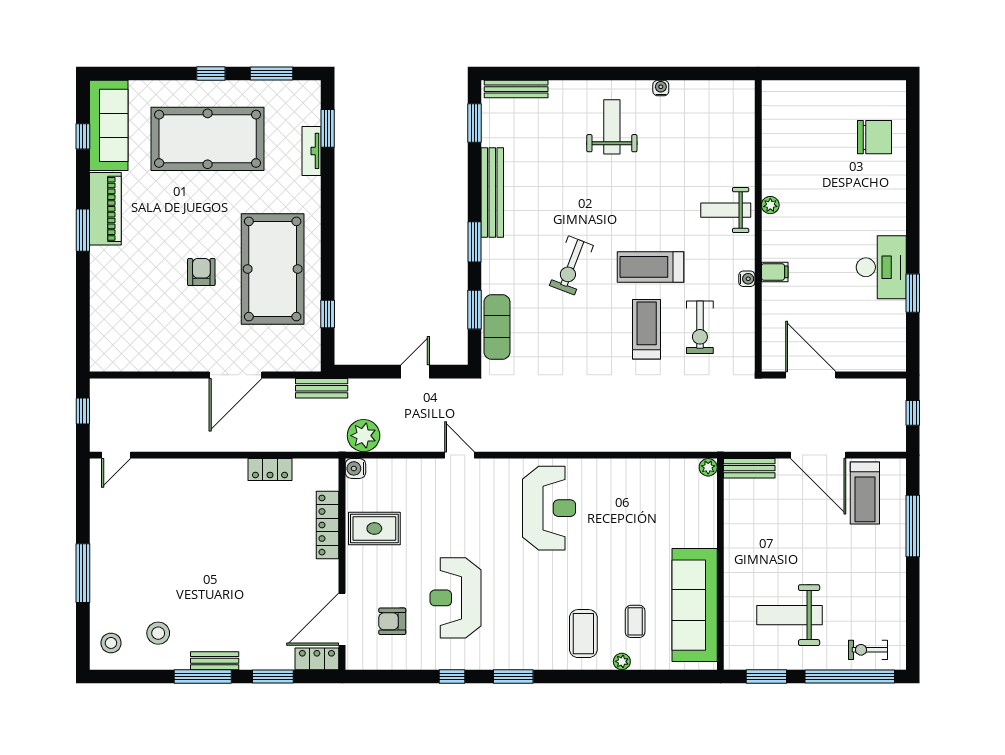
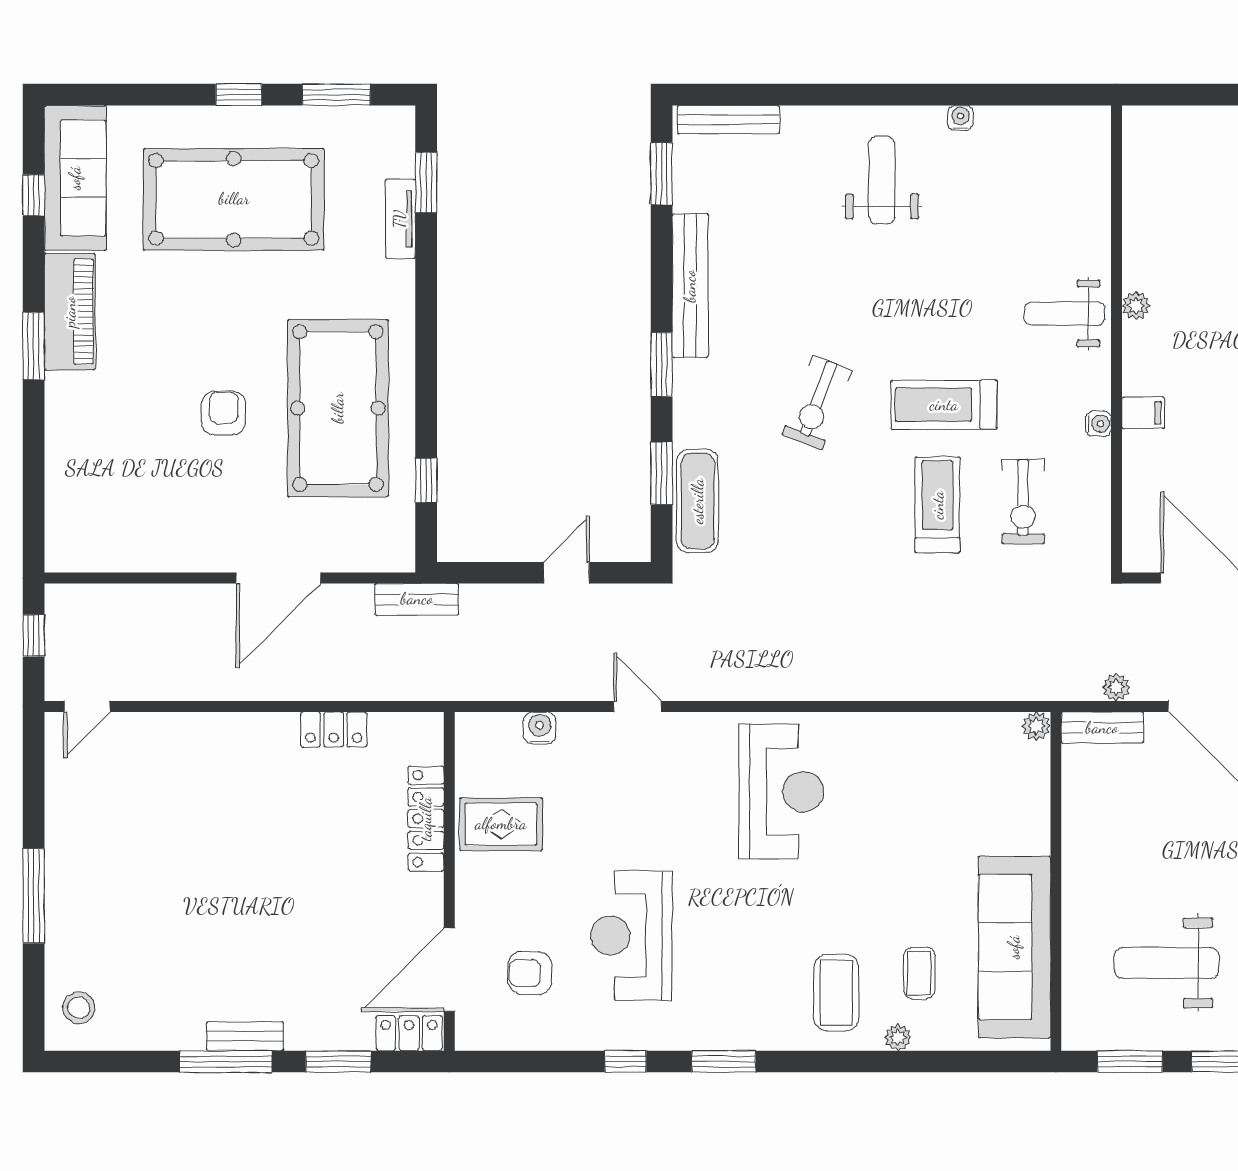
plant: (364, 436) -> (1116, 687), moved, width x0.53, depth x0.53
water cooler: (355, 468) -> (540, 728), moved, turned 90
stool: (158, 633) -> (154, 992), removed

